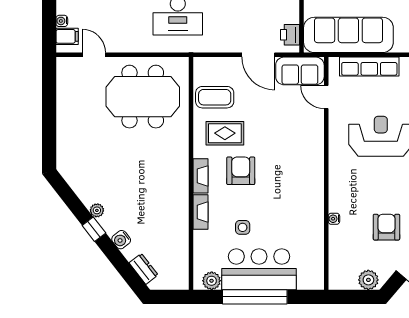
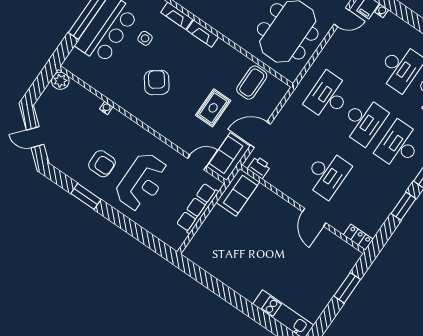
sofa: (348, 35) -> (238, 192), width x0.54, depth x0.79
rug: (225, 133) -> (213, 108), moved
armchair: (241, 171) -> (157, 82), moved, turned -127
armchair: (386, 227) -> (102, 164), moved
plant: (368, 280) -> (60, 81), moved

